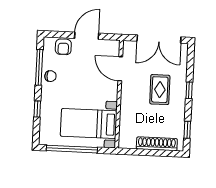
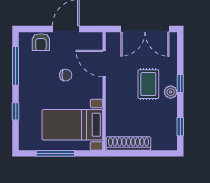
chair: (50, 76) -> (66, 75), moved
plant: (180, 98) -> (171, 92), added
shoe rack: (157, 144) -> (129, 143), moved
window: (72, 149) -> (55, 153), width x0.68

